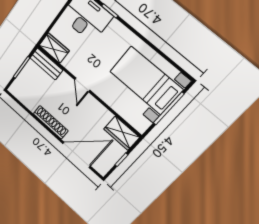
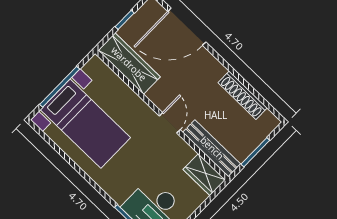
bench: (46, 64) -> (212, 148), width x1.36
shoe rack: (51, 122) -> (243, 95), moved
wardrobe: (122, 133) -> (129, 64), width x1.50

